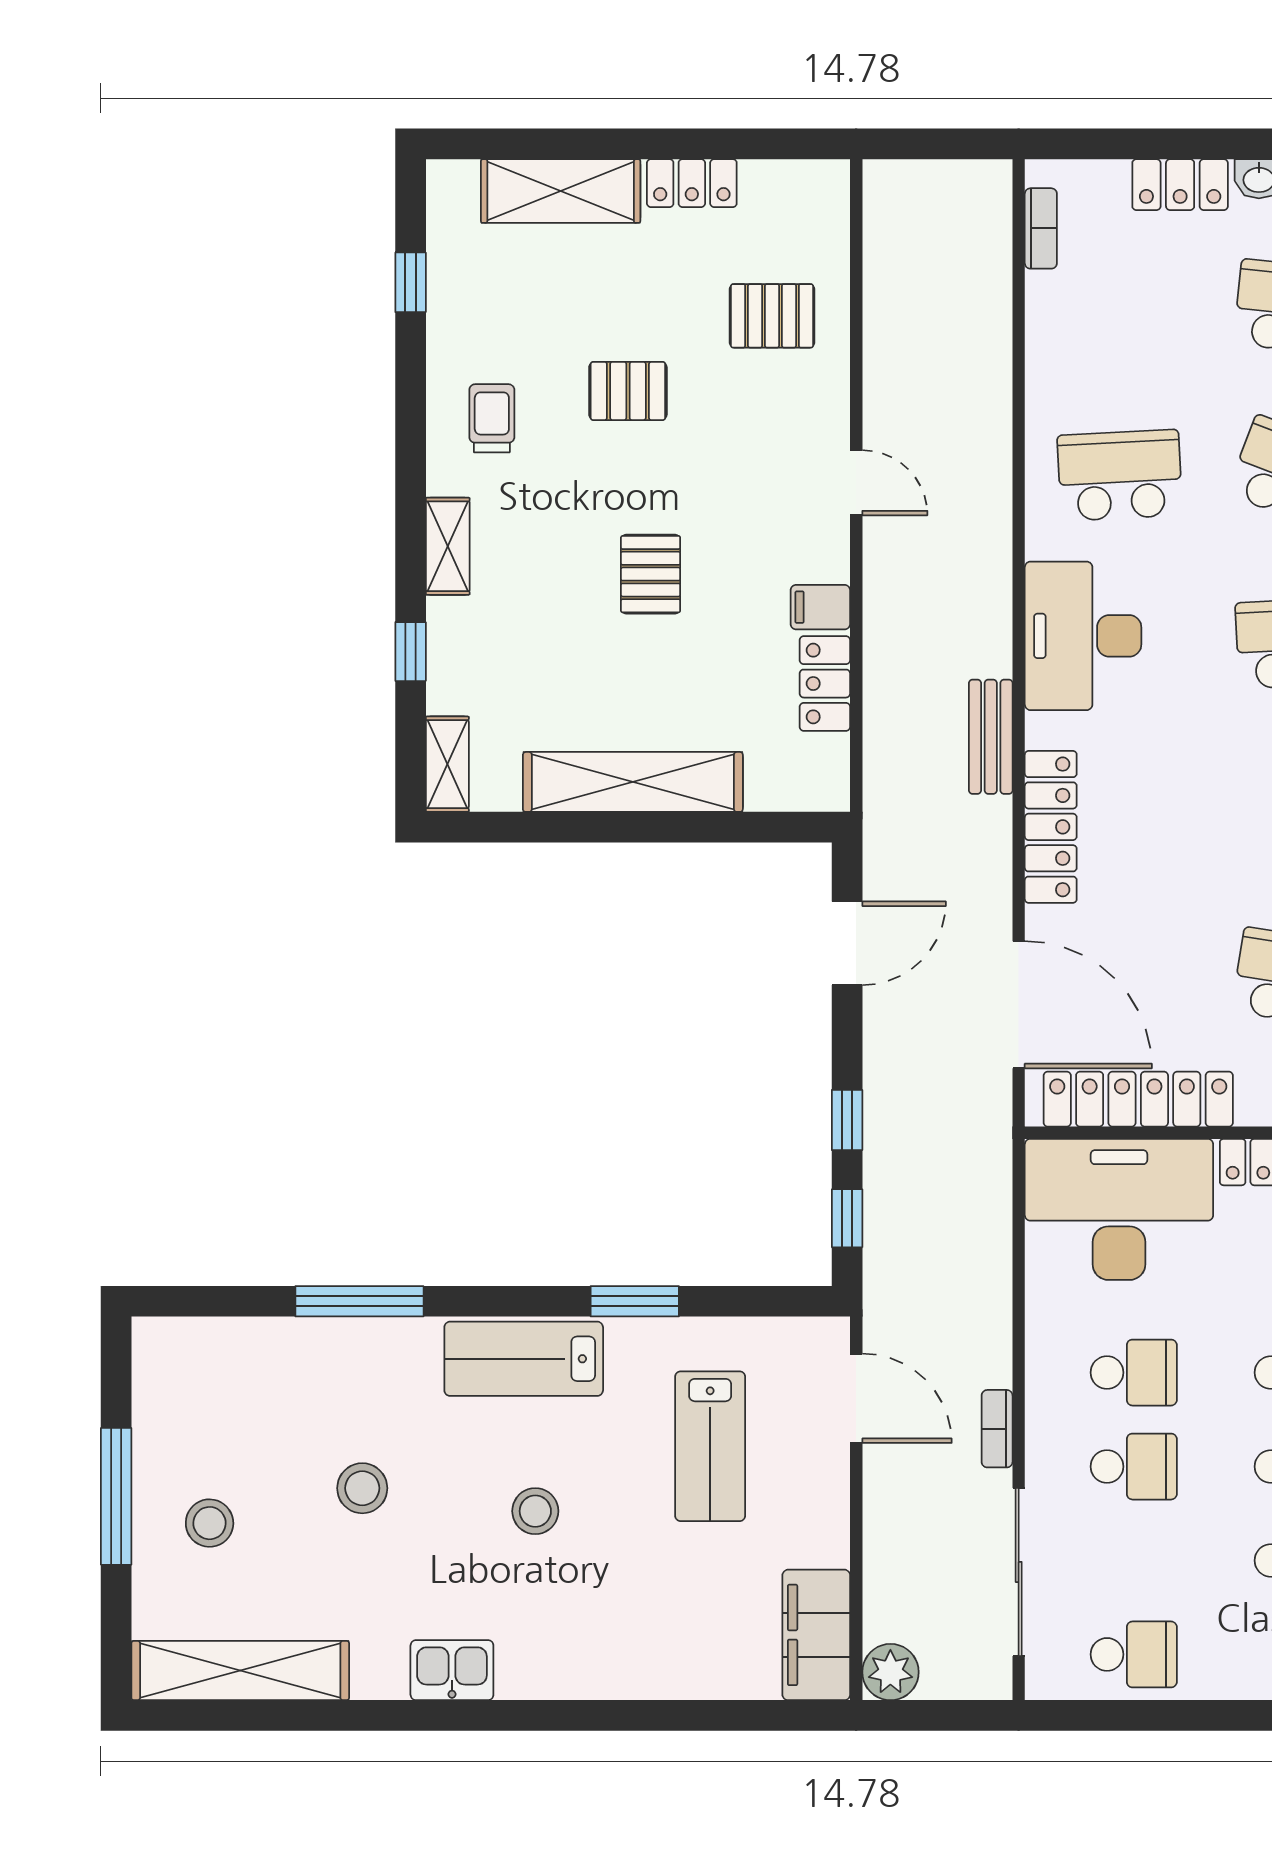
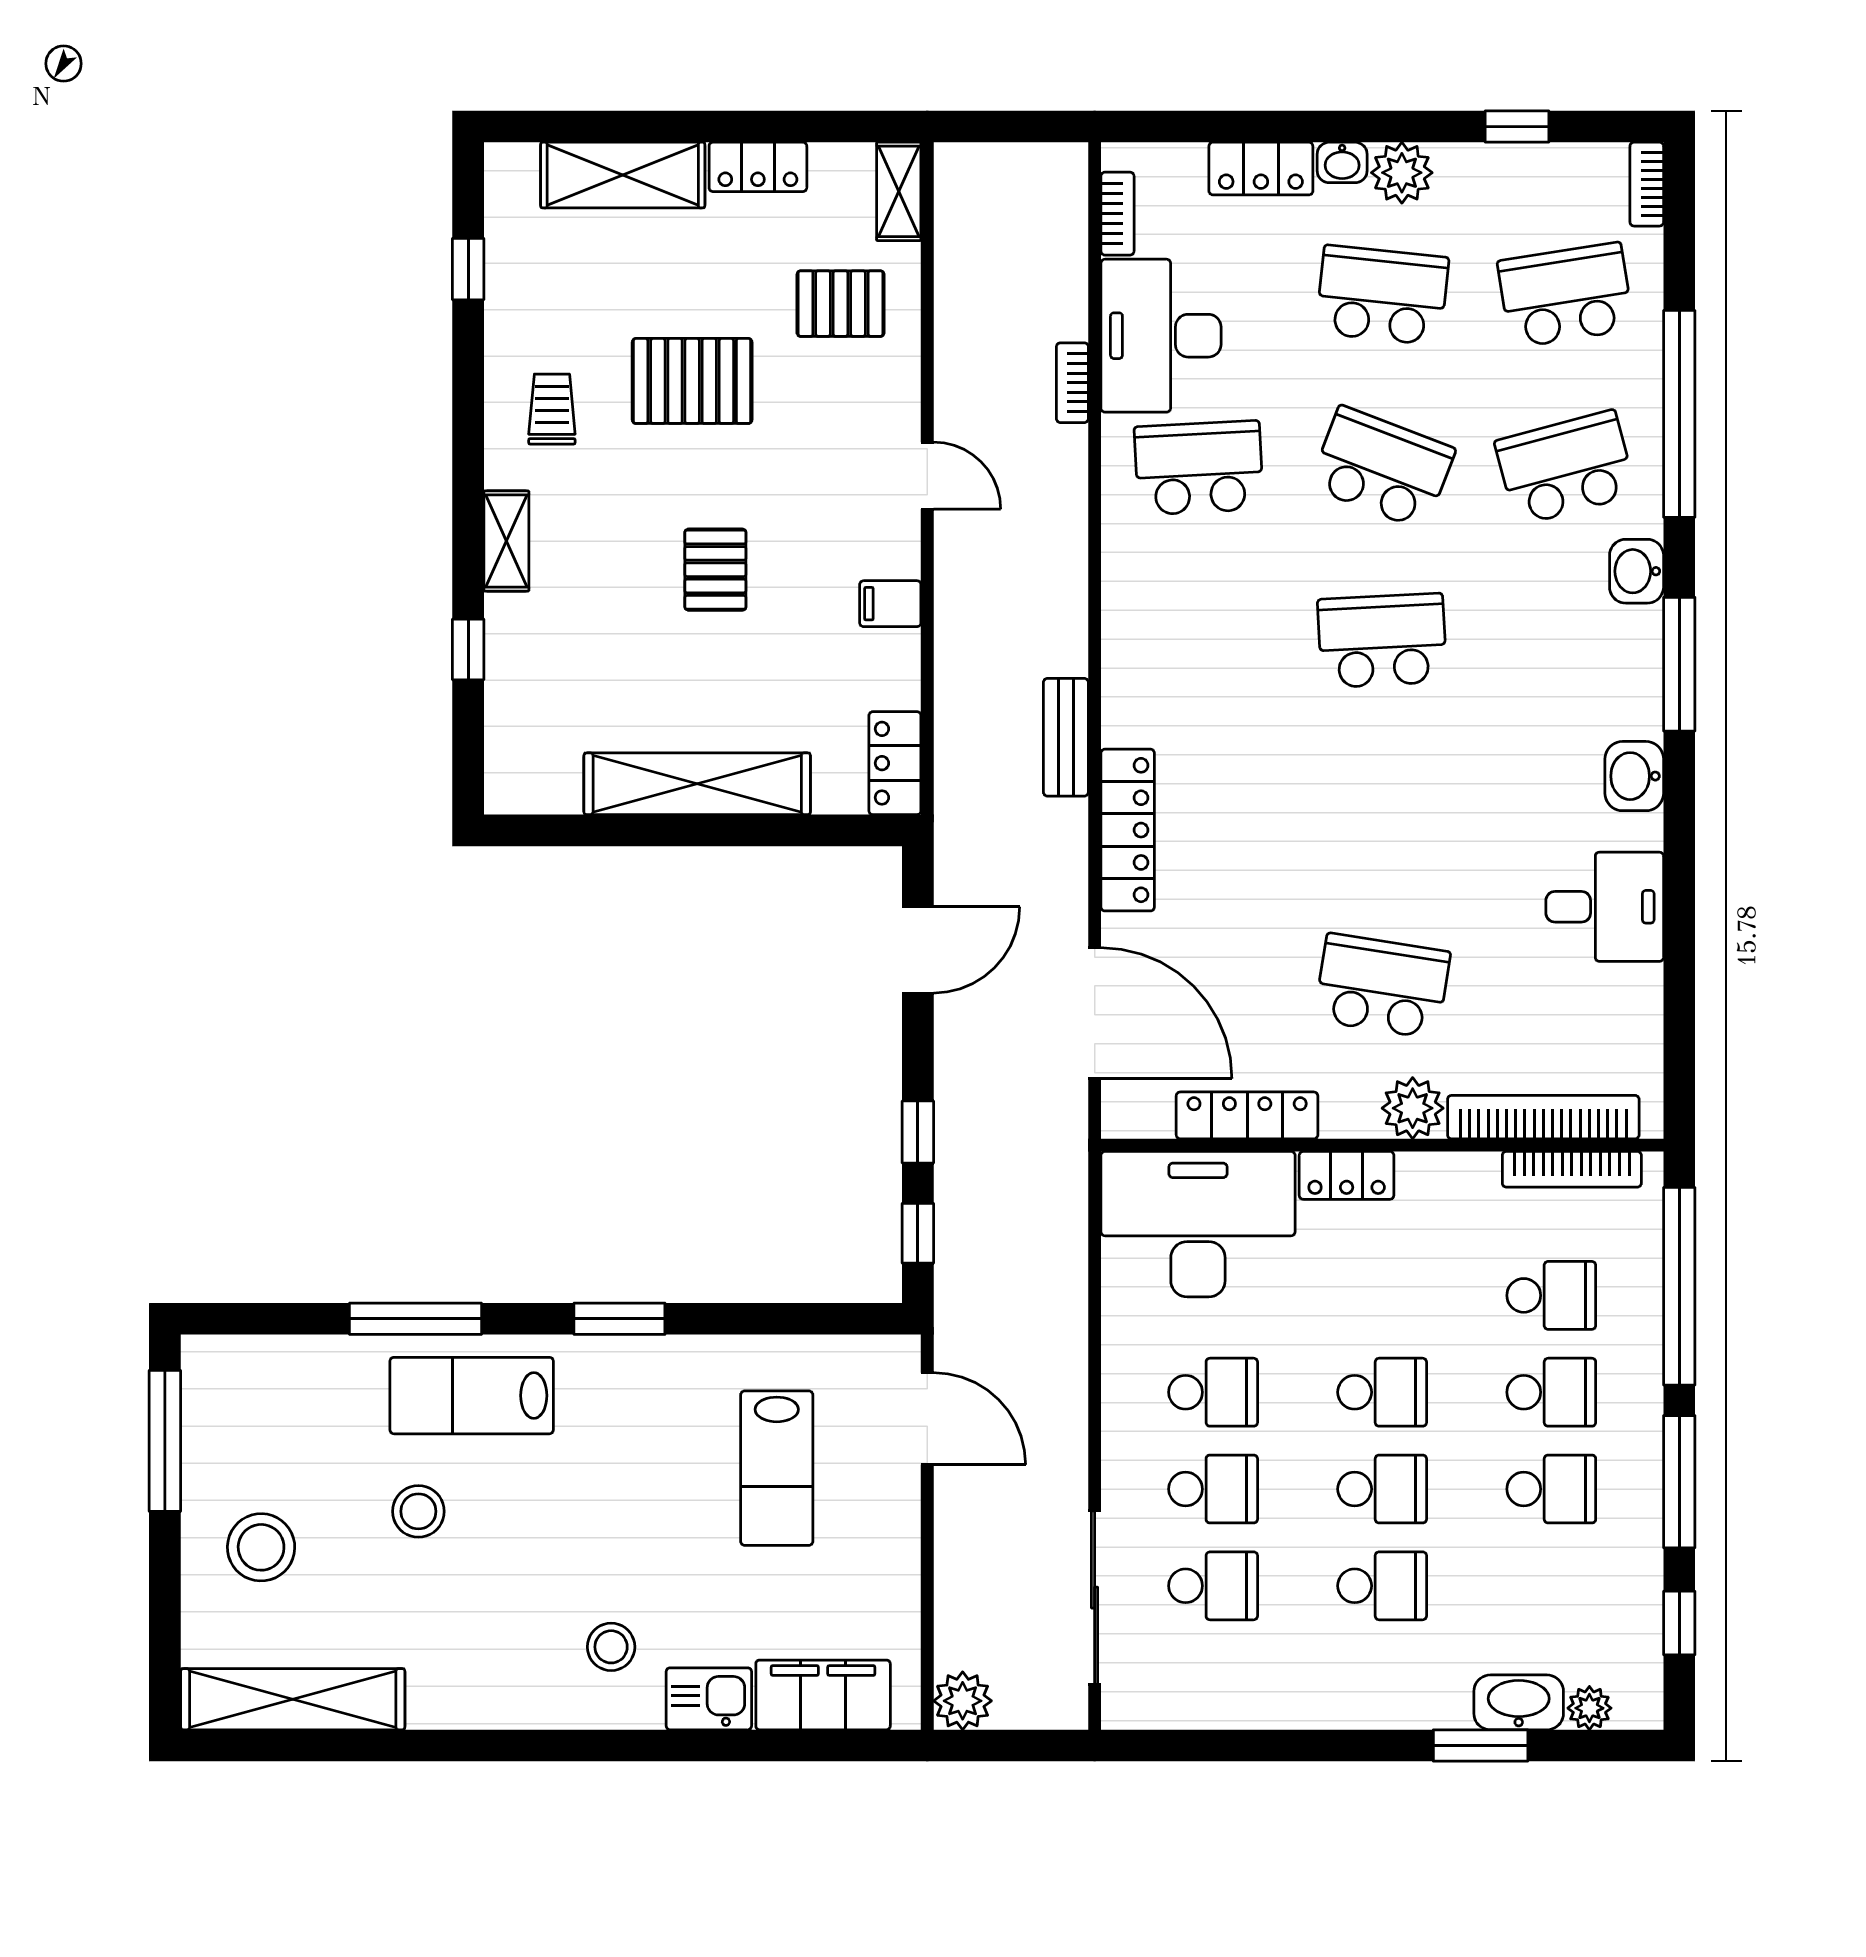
pallet: (628, 391) -> (692, 381), width x1.50, depth x1.42
desk: (1083, 636) -> (1161, 336), moved
locker: (825, 684) -> (895, 763), moved
shelving: (447, 764) -> (899, 191), moved
locker: (1138, 1099) -> (1247, 1115), width x0.71, depth x0.83
window: (635, 1301) -> (619, 1319), moved
lab bench: (524, 1359) -> (472, 1396), moved
bookcase: (997, 1429) -> (1072, 383), moved
window: (116, 1496) -> (165, 1441), moved
stool: (535, 1511) -> (611, 1647), moved
stool: (210, 1523) -> (261, 1547), width x1.38, depth x1.38
filing cabinet: (816, 1635) -> (823, 1695), moved, turned 90
school desk: (1134, 1654) -> (1213, 1586), moved
kitchen sink: (452, 1670) -> (709, 1699), moved

